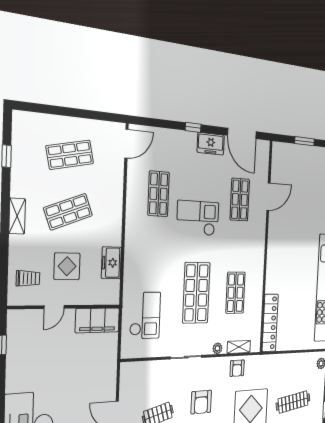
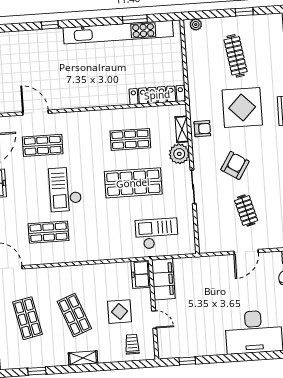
freezer: (111, 263) -> (141, 274), moved, turned 90
plant: (217, 348) -> (179, 154), width x1.88, depth x1.88
armchair: (201, 402) -> (235, 165), turned -58

